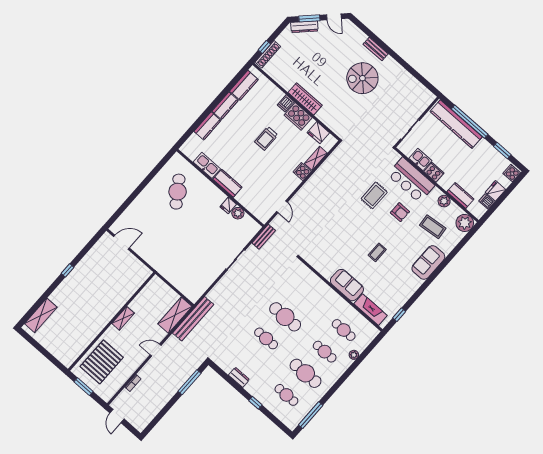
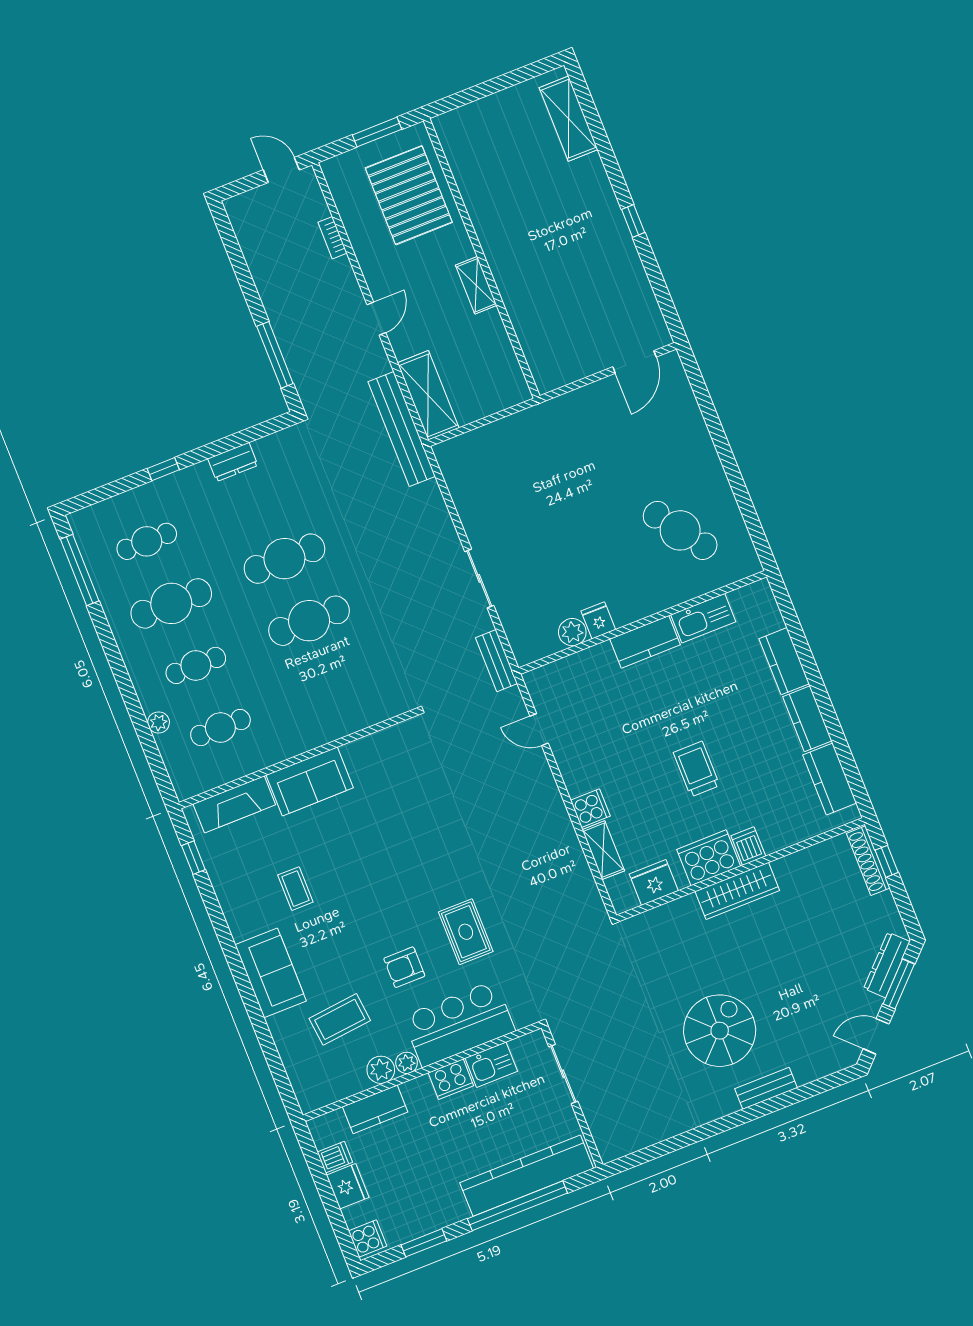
plant: (465, 223) -> (407, 1063), moved, width x0.53, depth x0.53
coffee table: (377, 252) -> (295, 889), moved
cafe table: (266, 338) -> (284, 559), width x1.37, depth x1.35

